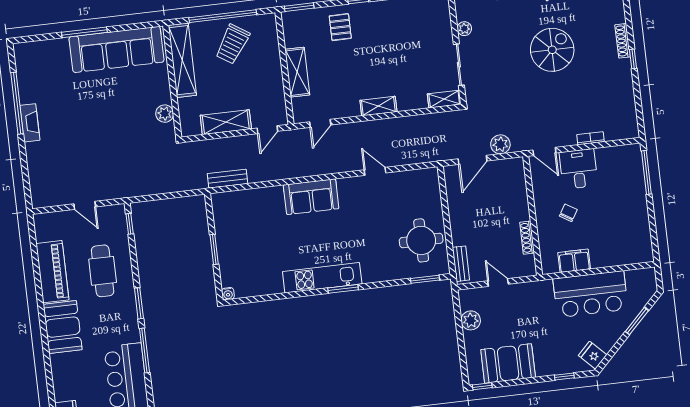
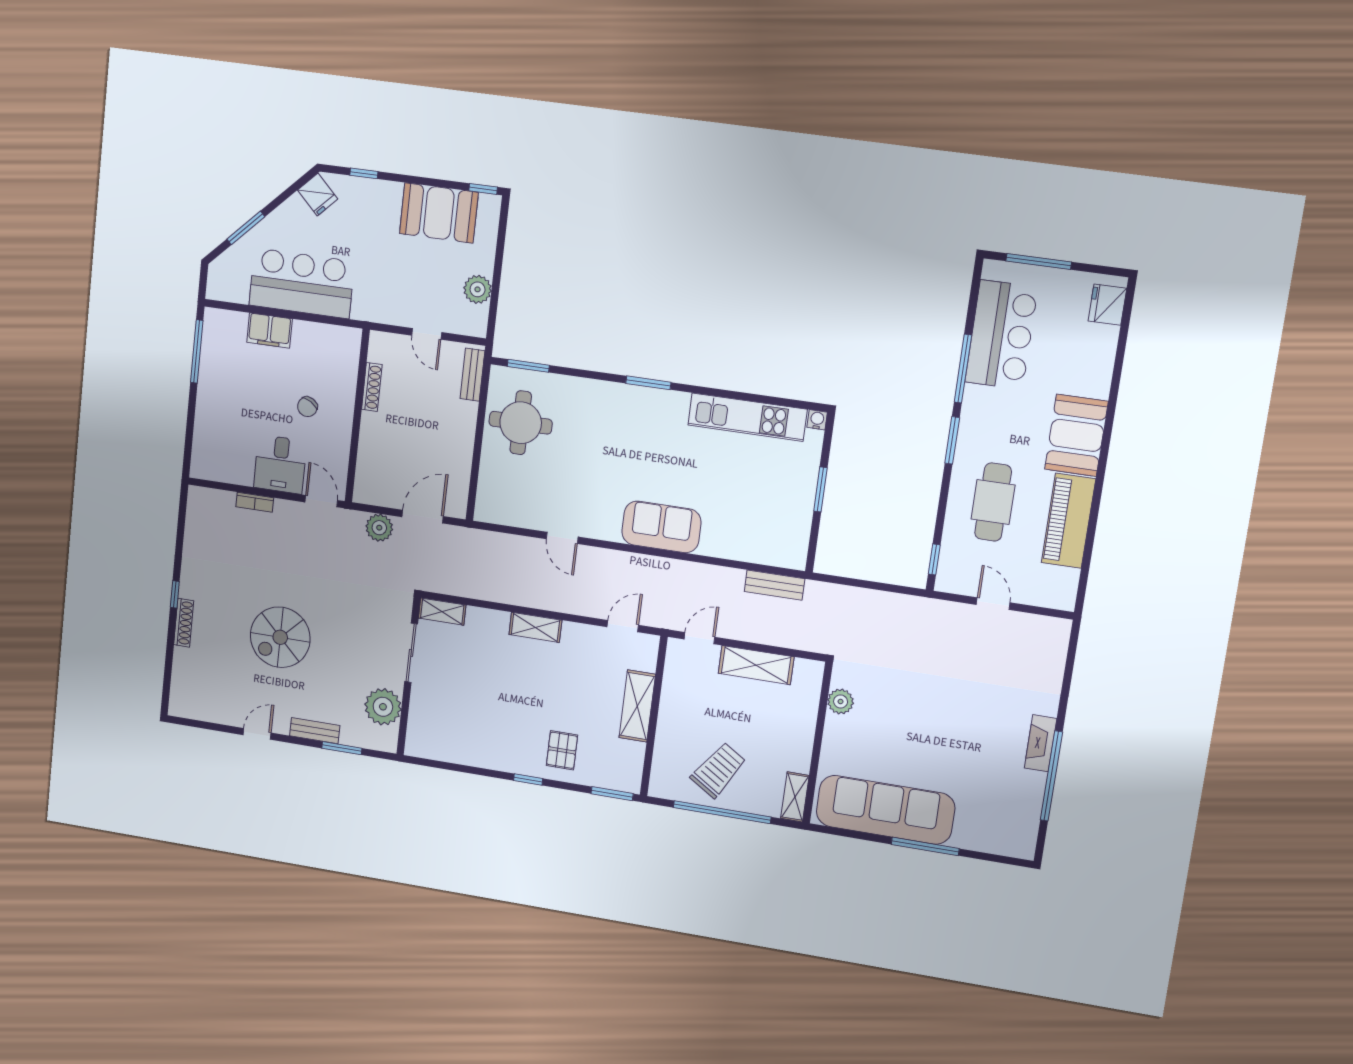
plant: (464, 29) -> (383, 707), width x1.88, depth x1.88
shelving: (182, 60) -> (795, 797), width x0.45, depth x0.75
window: (646, 172) -> (197, 352), moved
filing cabinet: (574, 261) -> (270, 331), moved
kitchen unit: (322, 278) -> (747, 417), moved

